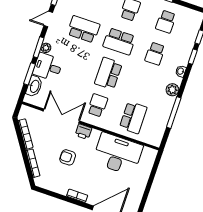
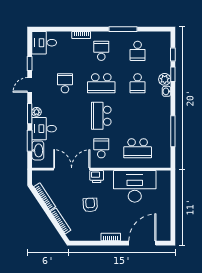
school desk: (84, 29) -> (65, 83), width x0.54
plant: (172, 90) -> (165, 79), moved
school desk: (133, 118) -> (138, 148), turned 90
armchair: (68, 157) -> (90, 205), turned 87

